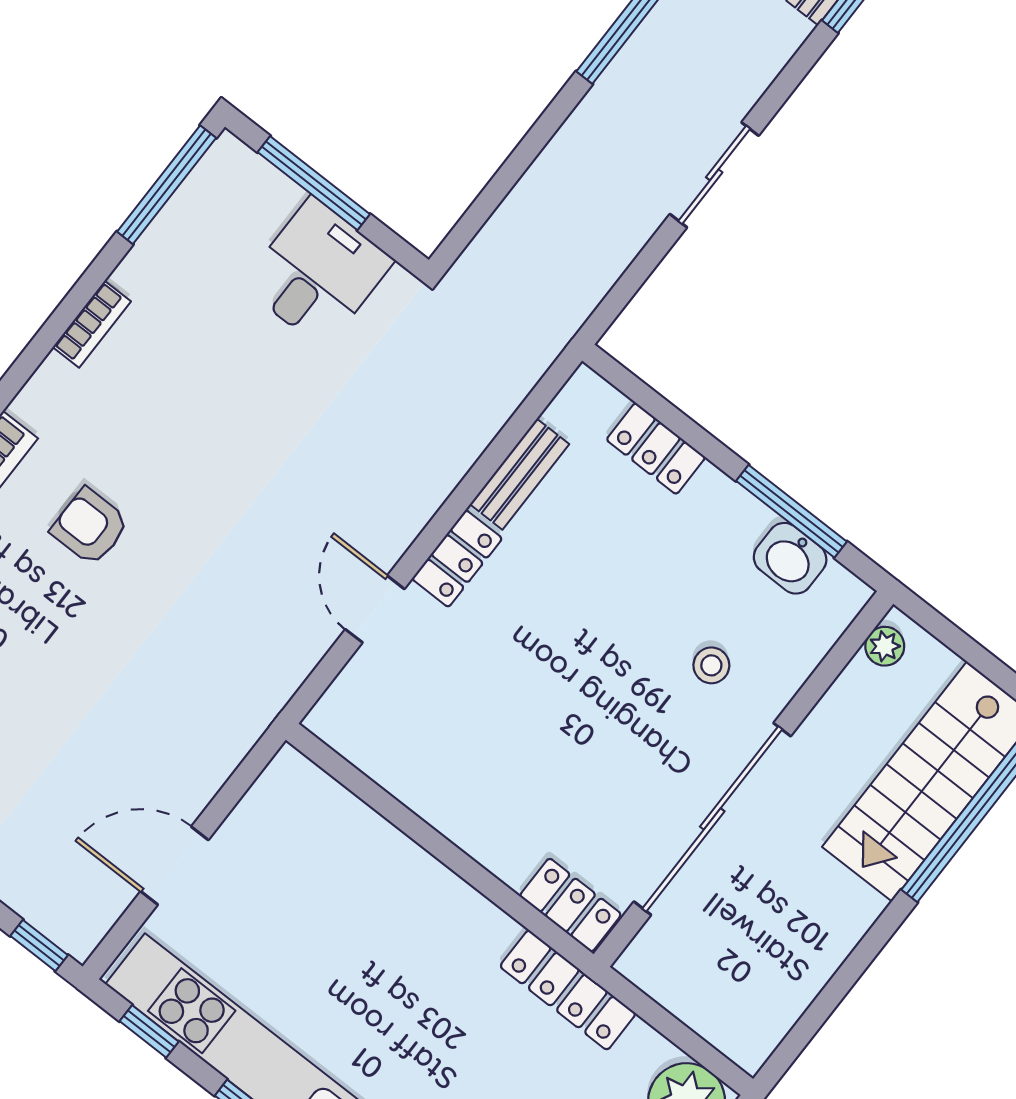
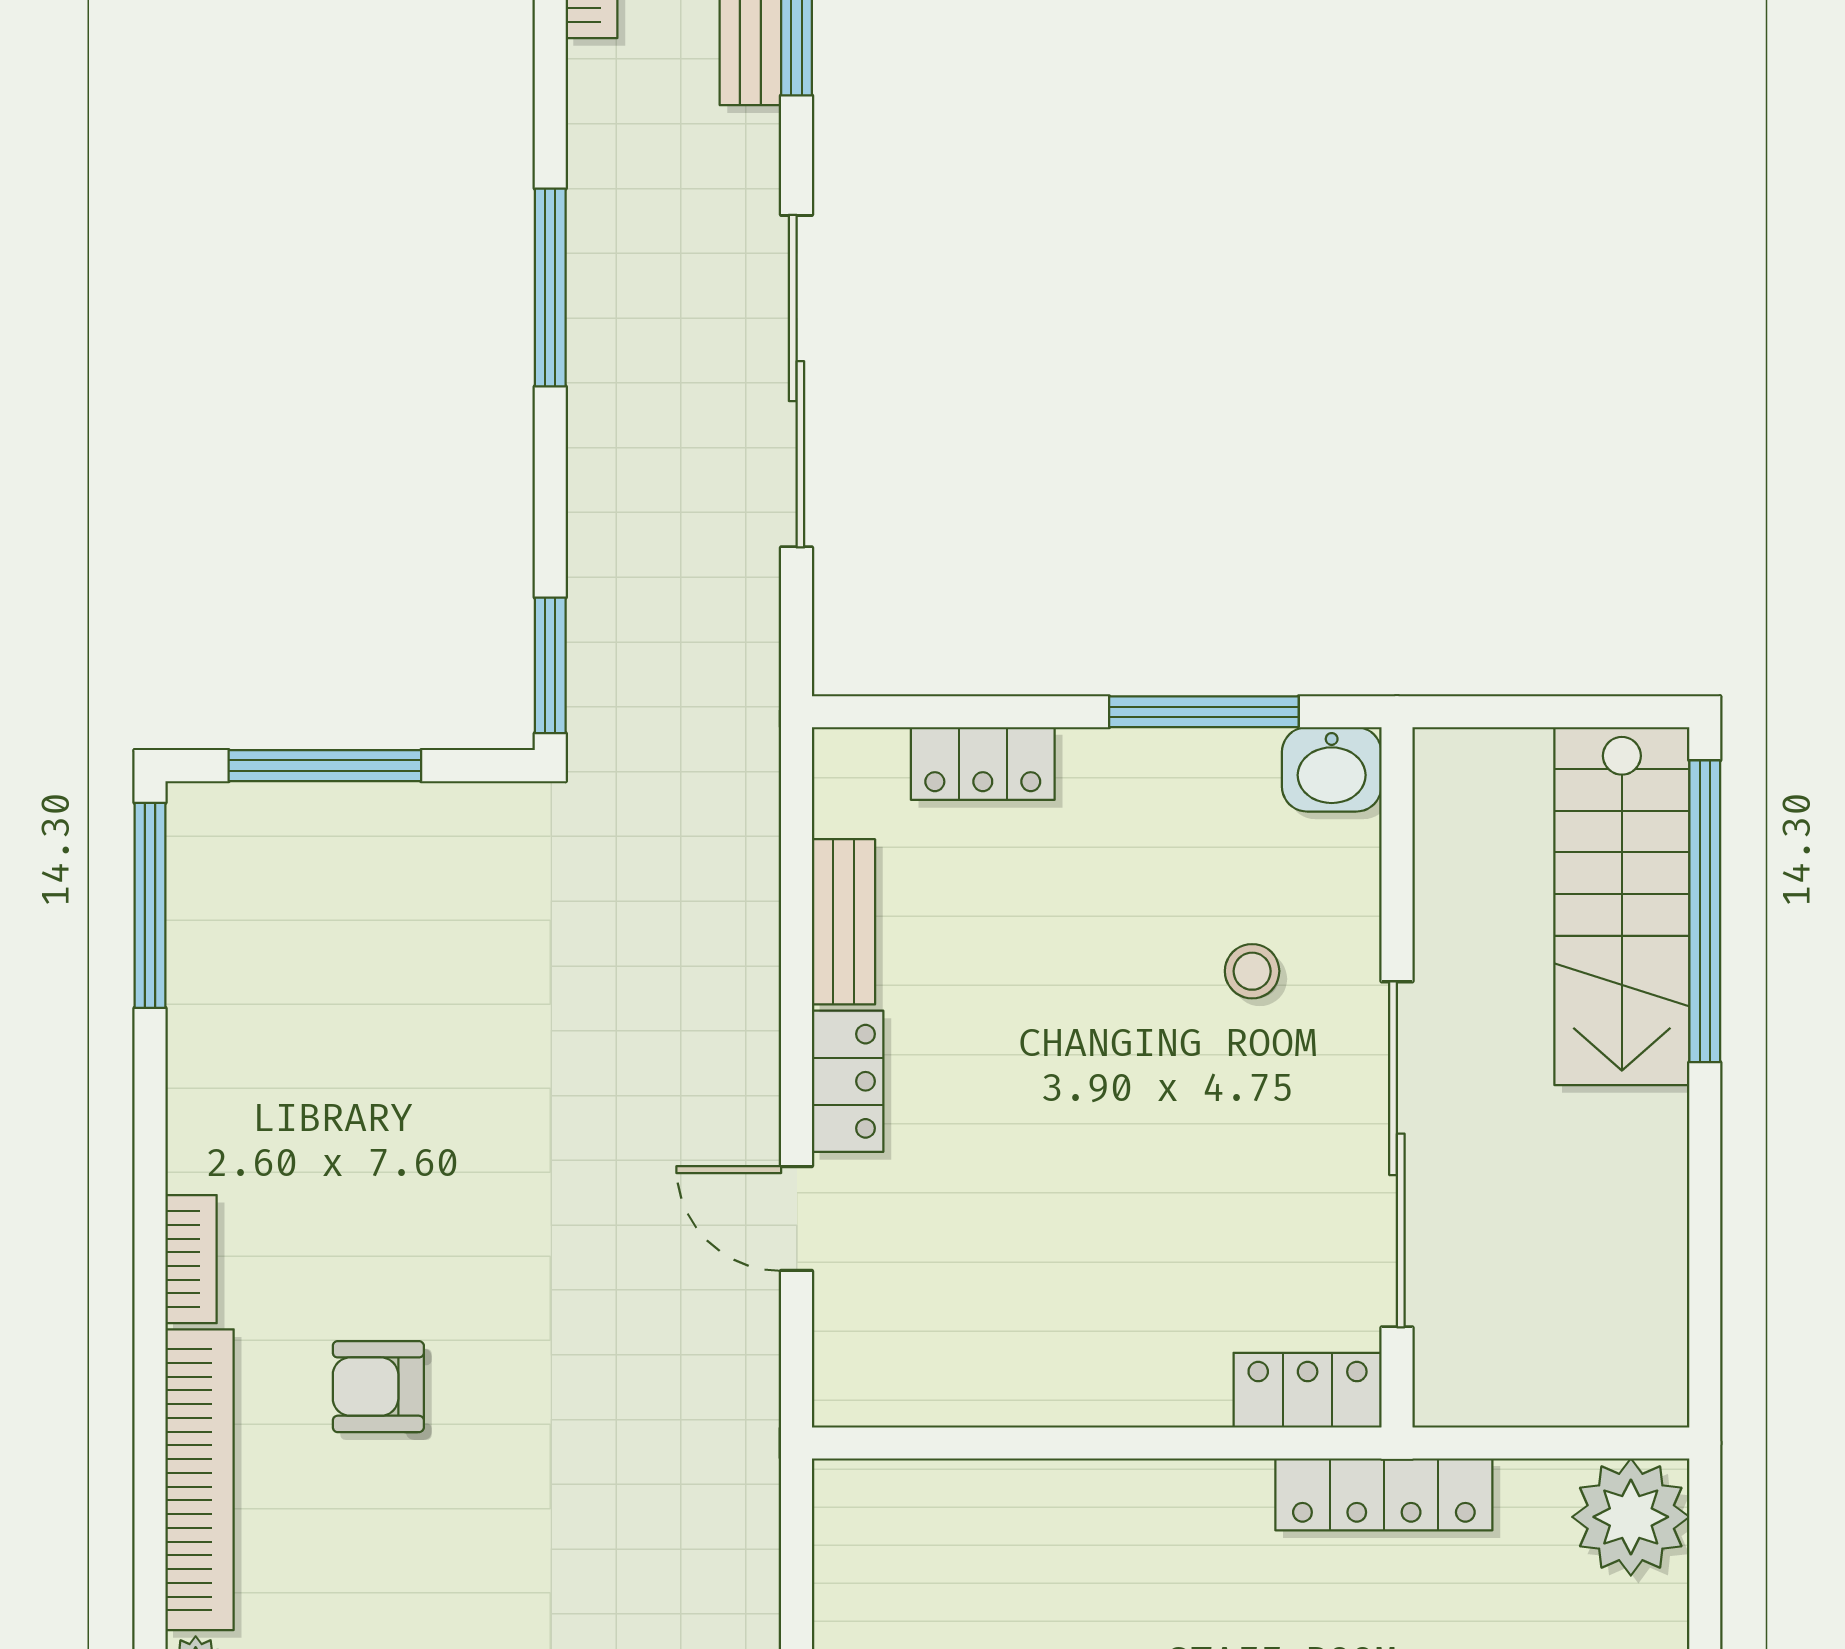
sliding door: (714, 175) -> (797, 381), width x1.86
window: (471, 222) -> (550, 665), added
desk: (318, 273) -> (413, 870), removed
bookcase: (92, 324) -> (191, 1259), moved
washbasin: (790, 558) -> (1332, 769), moved
plant: (885, 646) -> (1442, 786), removed

